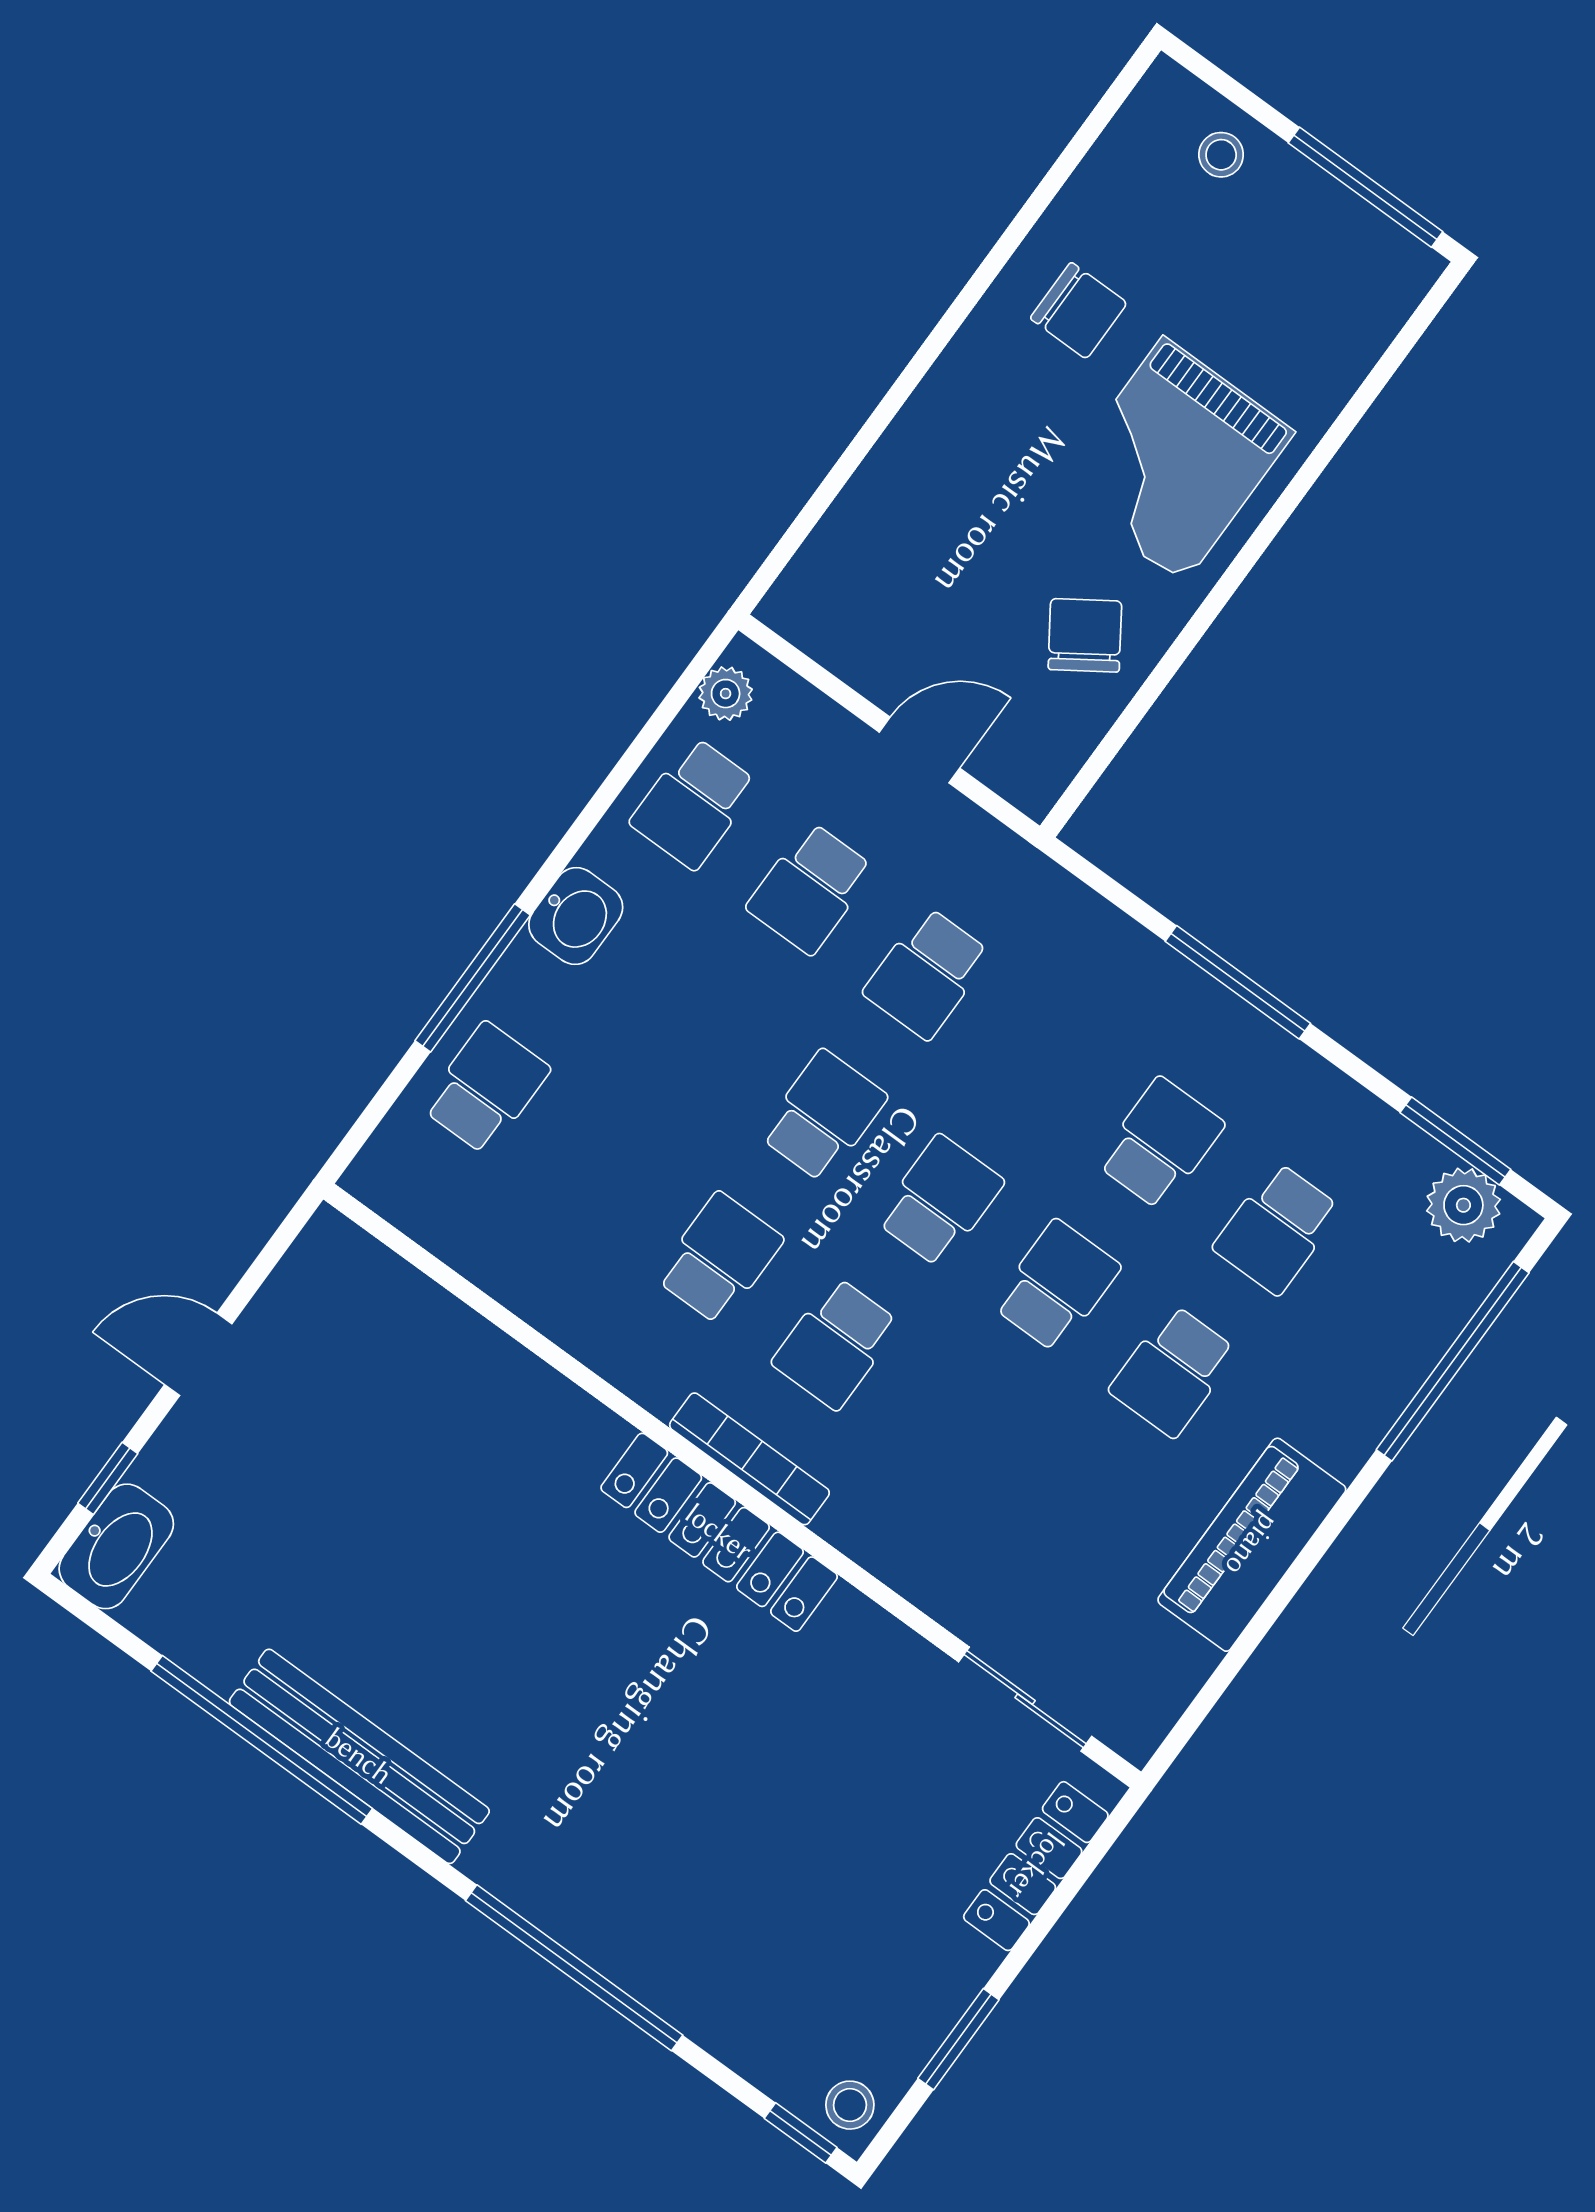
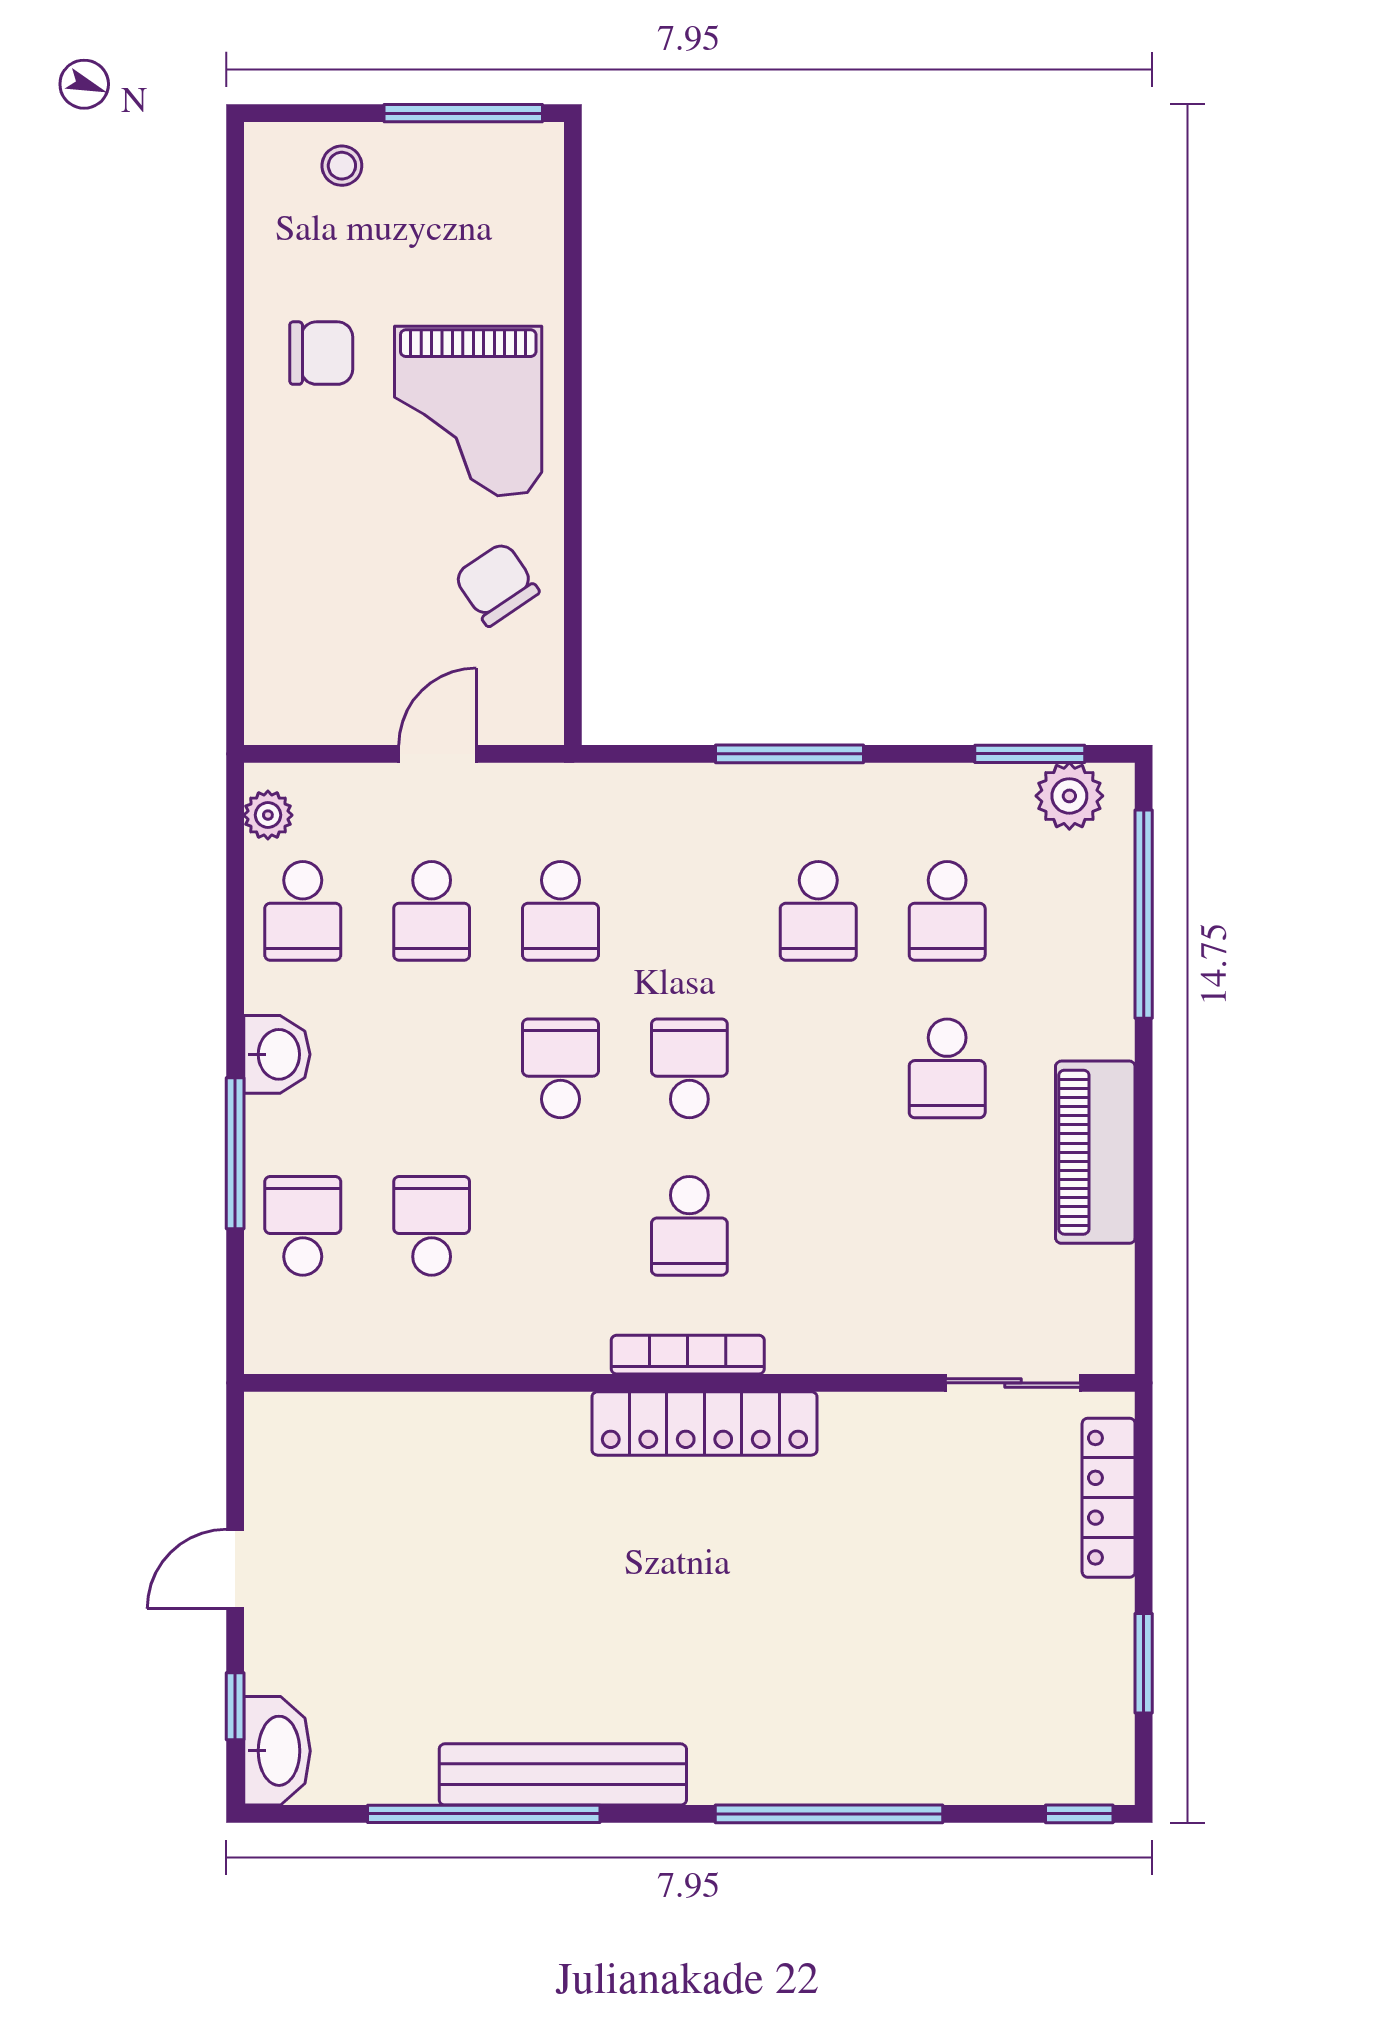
school desk: (1160, 1143) -> (818, 911), turned 180
school desk: (719, 1258) -> (432, 1226), moved
school desk: (1056, 1286) -> (818, 1068), removed
stool: (850, 2105) -> (1100, 1768), removed

